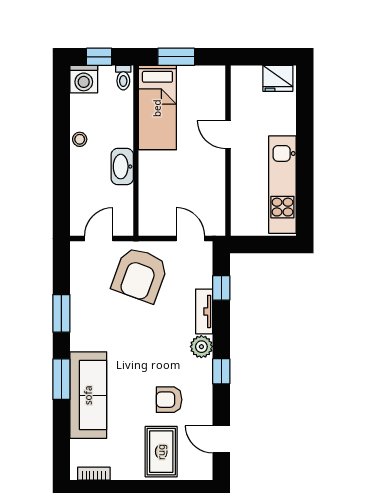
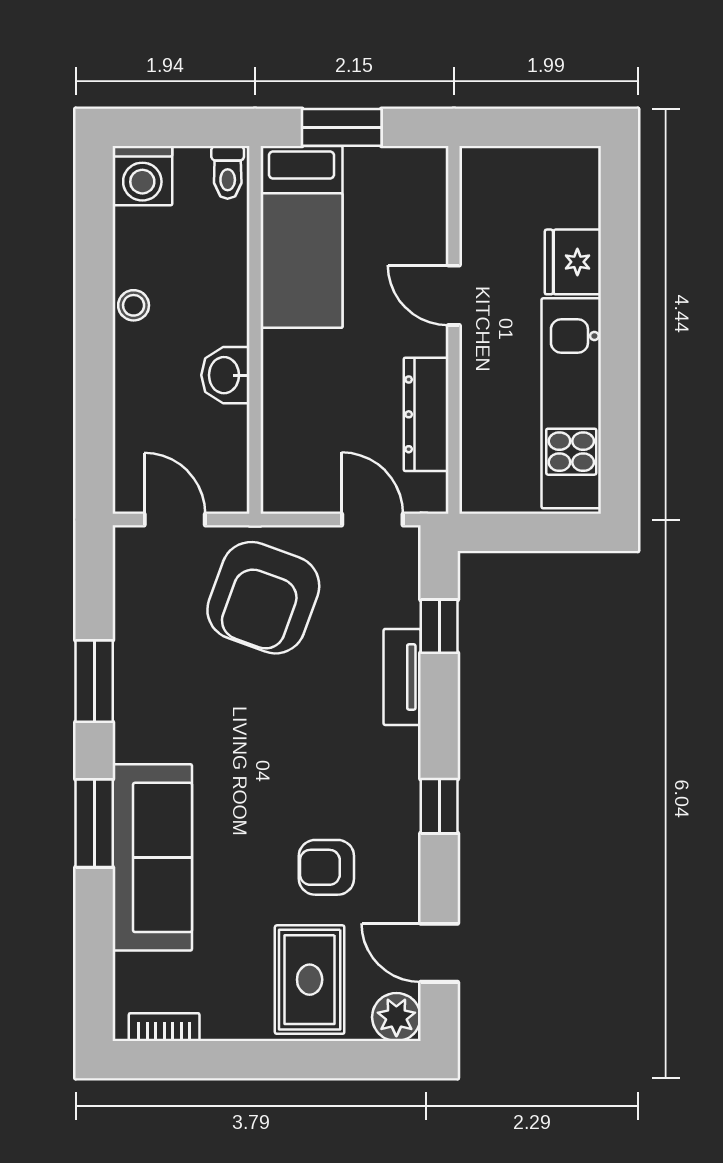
window: (99, 57) -> (175, 127), removed
fridge: (278, 78) -> (573, 262), moved, turned 90
washbasin: (122, 167) -> (225, 375), width x0.72
dresser: (215, 190) -> (426, 414), added
door: (99, 238) -> (175, 520), hinge flipped
plant: (201, 347) -> (396, 1017), moved

